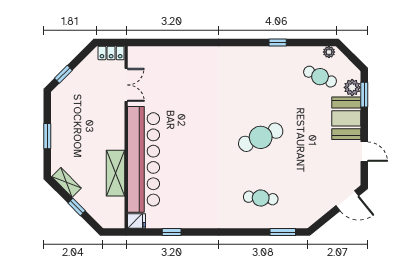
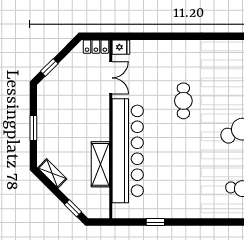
cafe table: (200, 108) -> (183, 101), added
window: (77, 207) -> (73, 208), moved
fridge: (136, 221) -> (121, 47), moved

